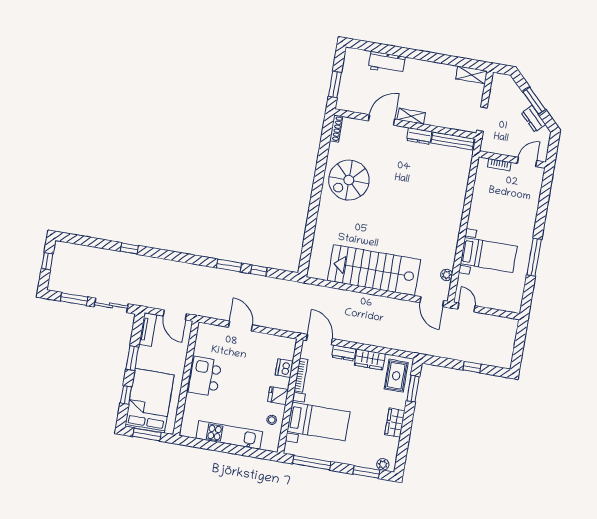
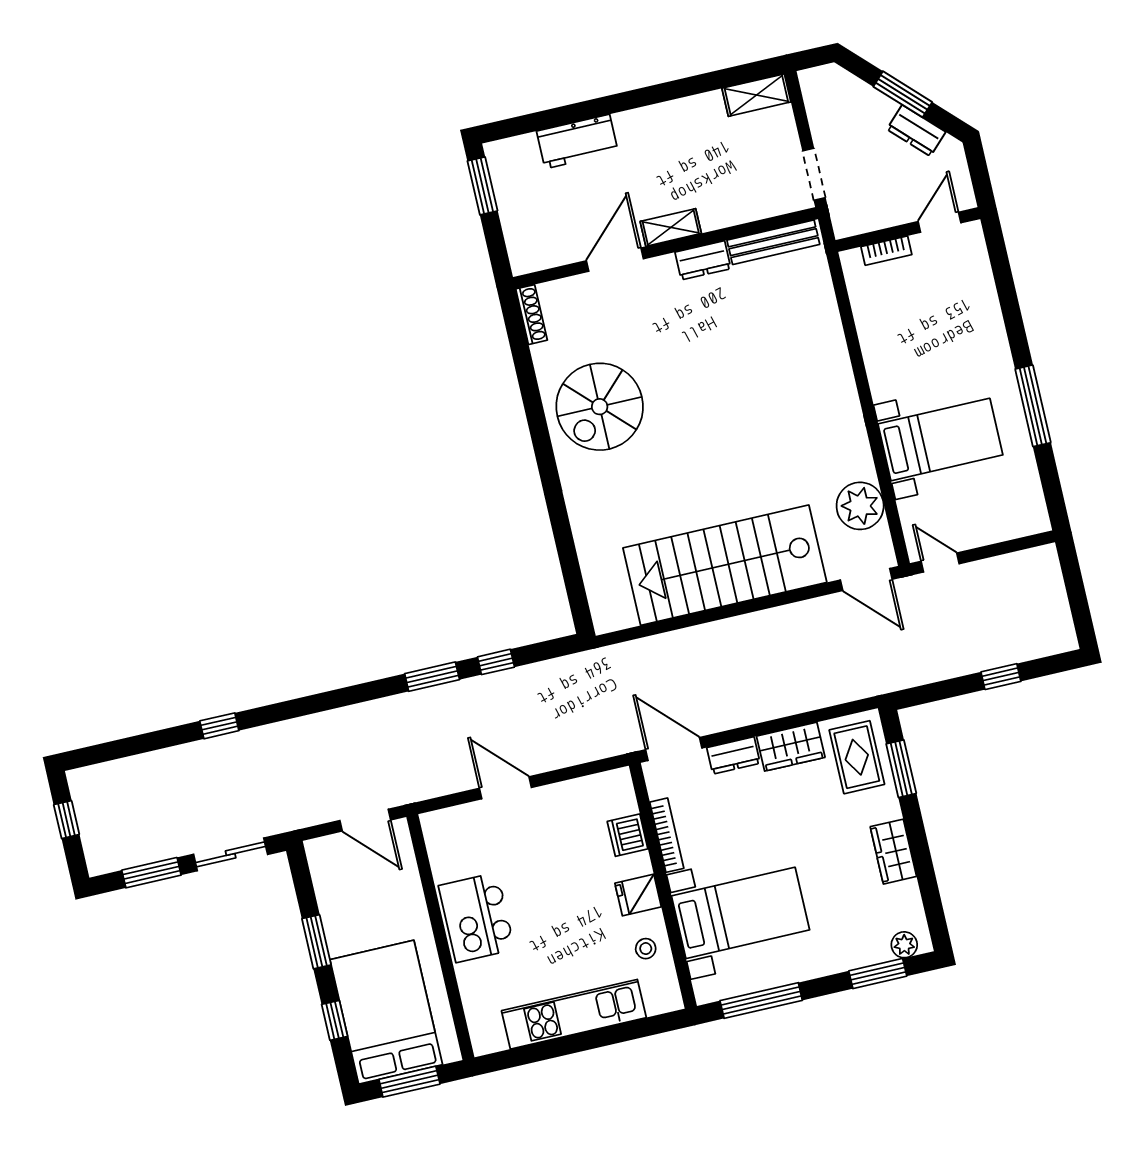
window: (335, 84) -> (482, 186), moved
plant: (447, 275) -> (860, 506), width x1.88, depth x1.88
tv unit: (148, 330) -> (323, 872), removed

